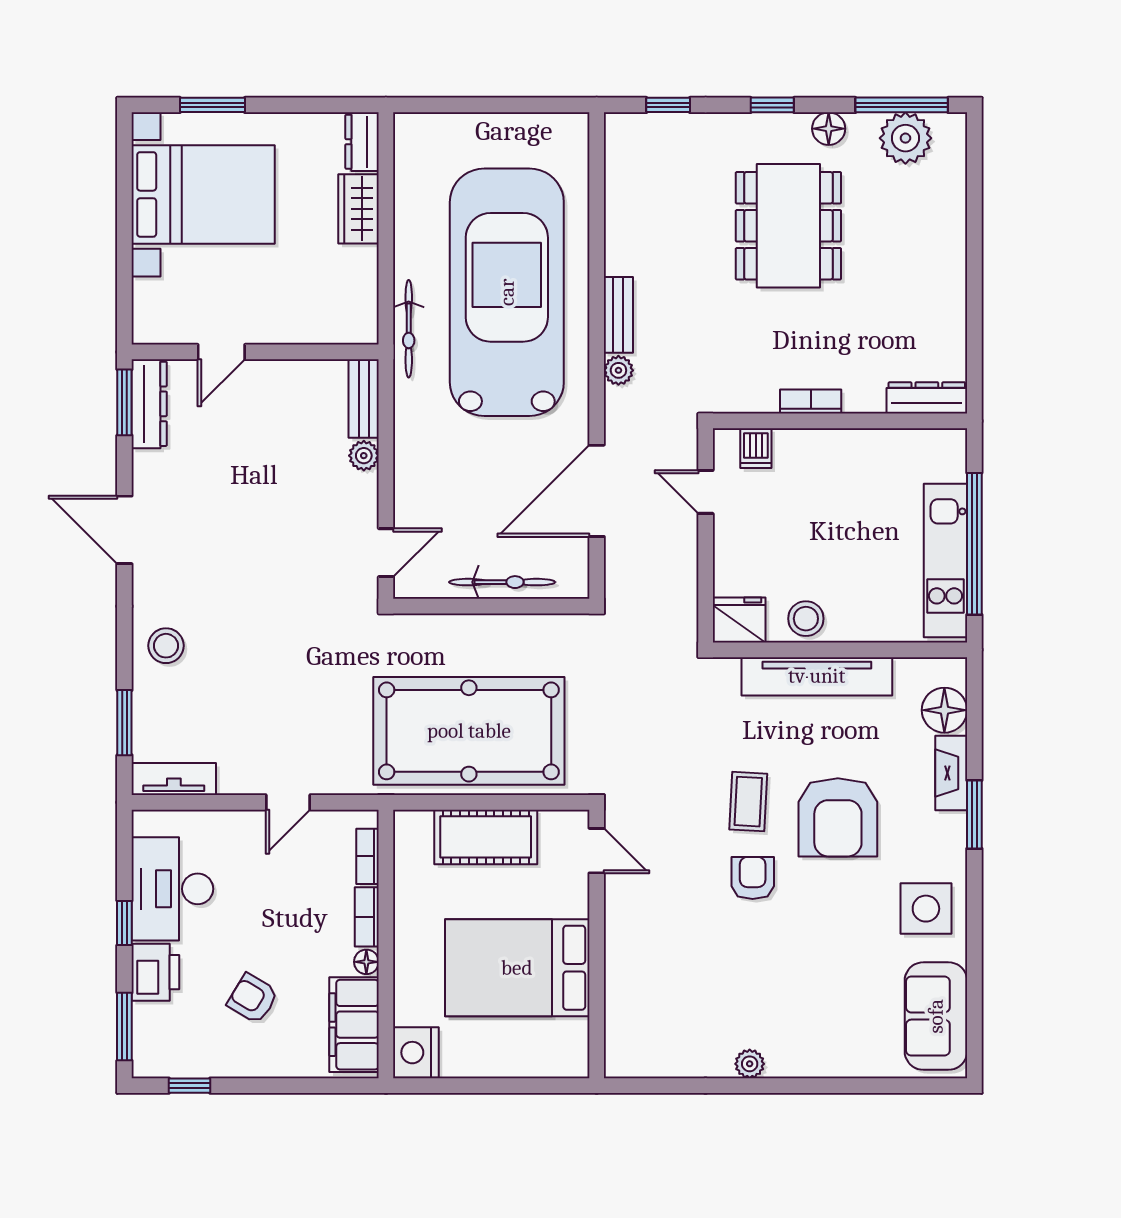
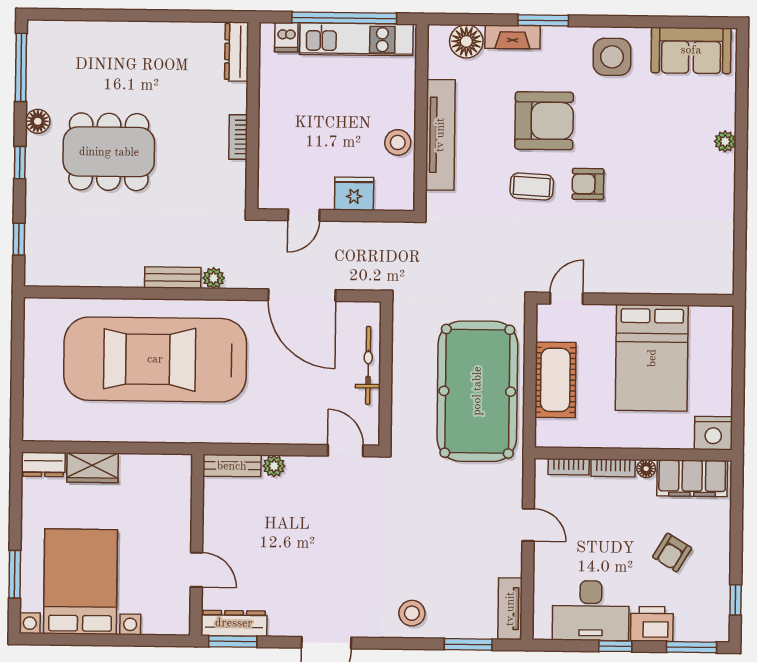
plant: (905, 138) -> (45, 65), removed
bicycle: (409, 329) -> (181, 432), removed
dishwasher: (756, 448) -> (286, 37), moved, turned 90
fridge: (739, 620) -> (354, 194), moved, turned 90
plant: (750, 1064) -> (725, 141), moved

